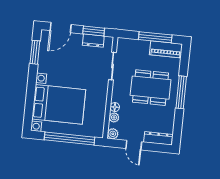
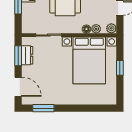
bed with nightstands: (59, 104) -> (89, 60), moved, turned 180
window: (70, 138) -> (120, 68), width x0.32

